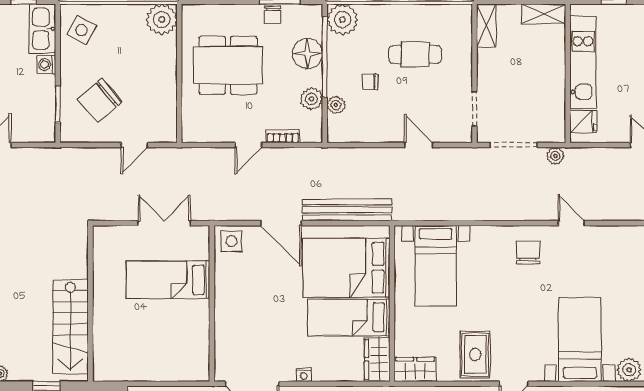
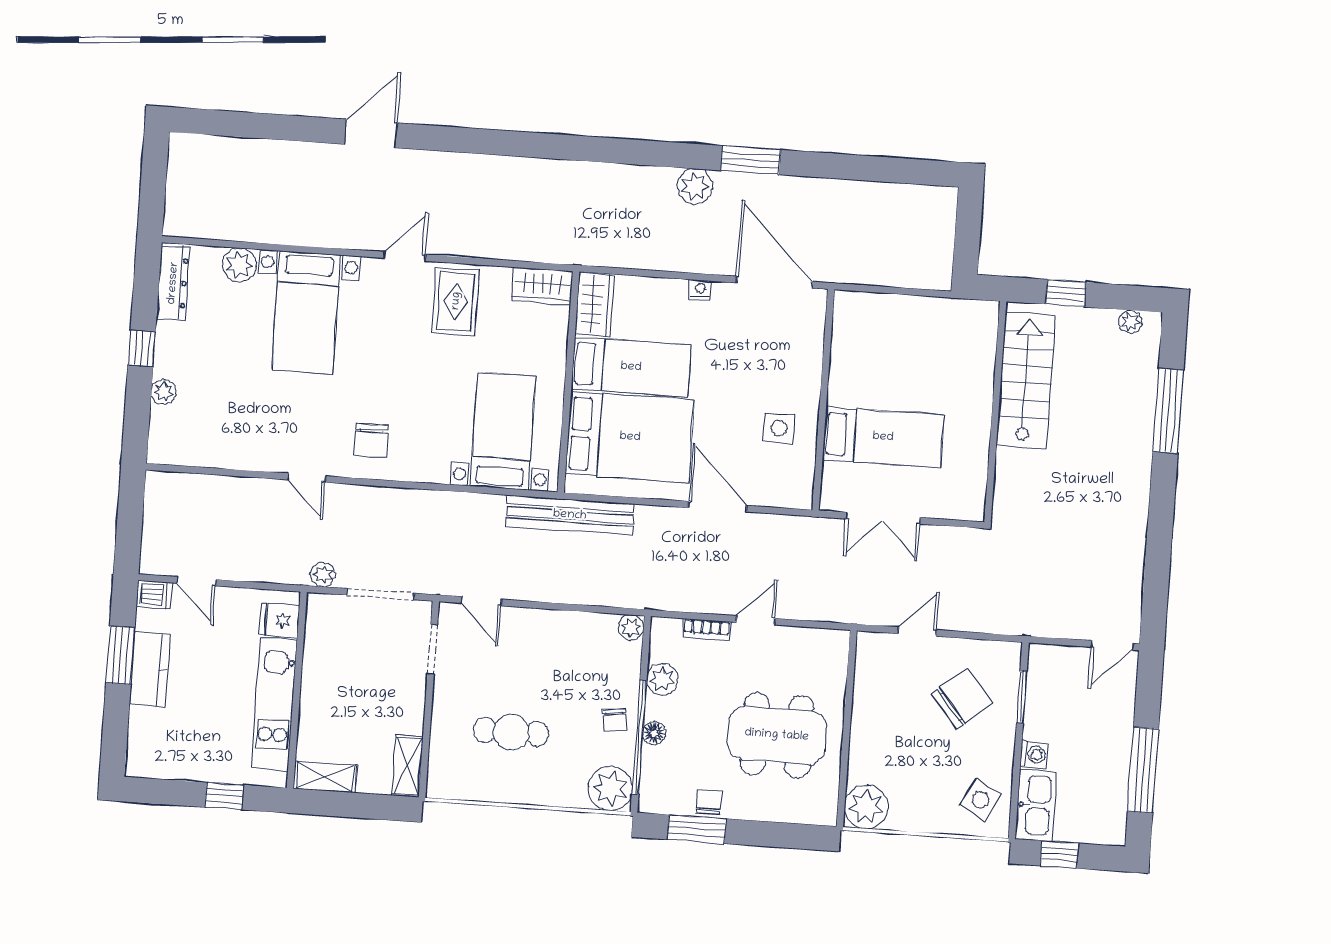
floor lamp: (307, 54) -> (654, 733), width x0.53, depth x0.53
chair: (370, 82) -> (615, 720), moved, turned 83
plant: (336, 105) -> (631, 627), moved
door: (419, 145) -> (481, 601), moved
bench: (347, 210) -> (570, 515), moved
side table: (232, 241) -> (779, 428), moved

